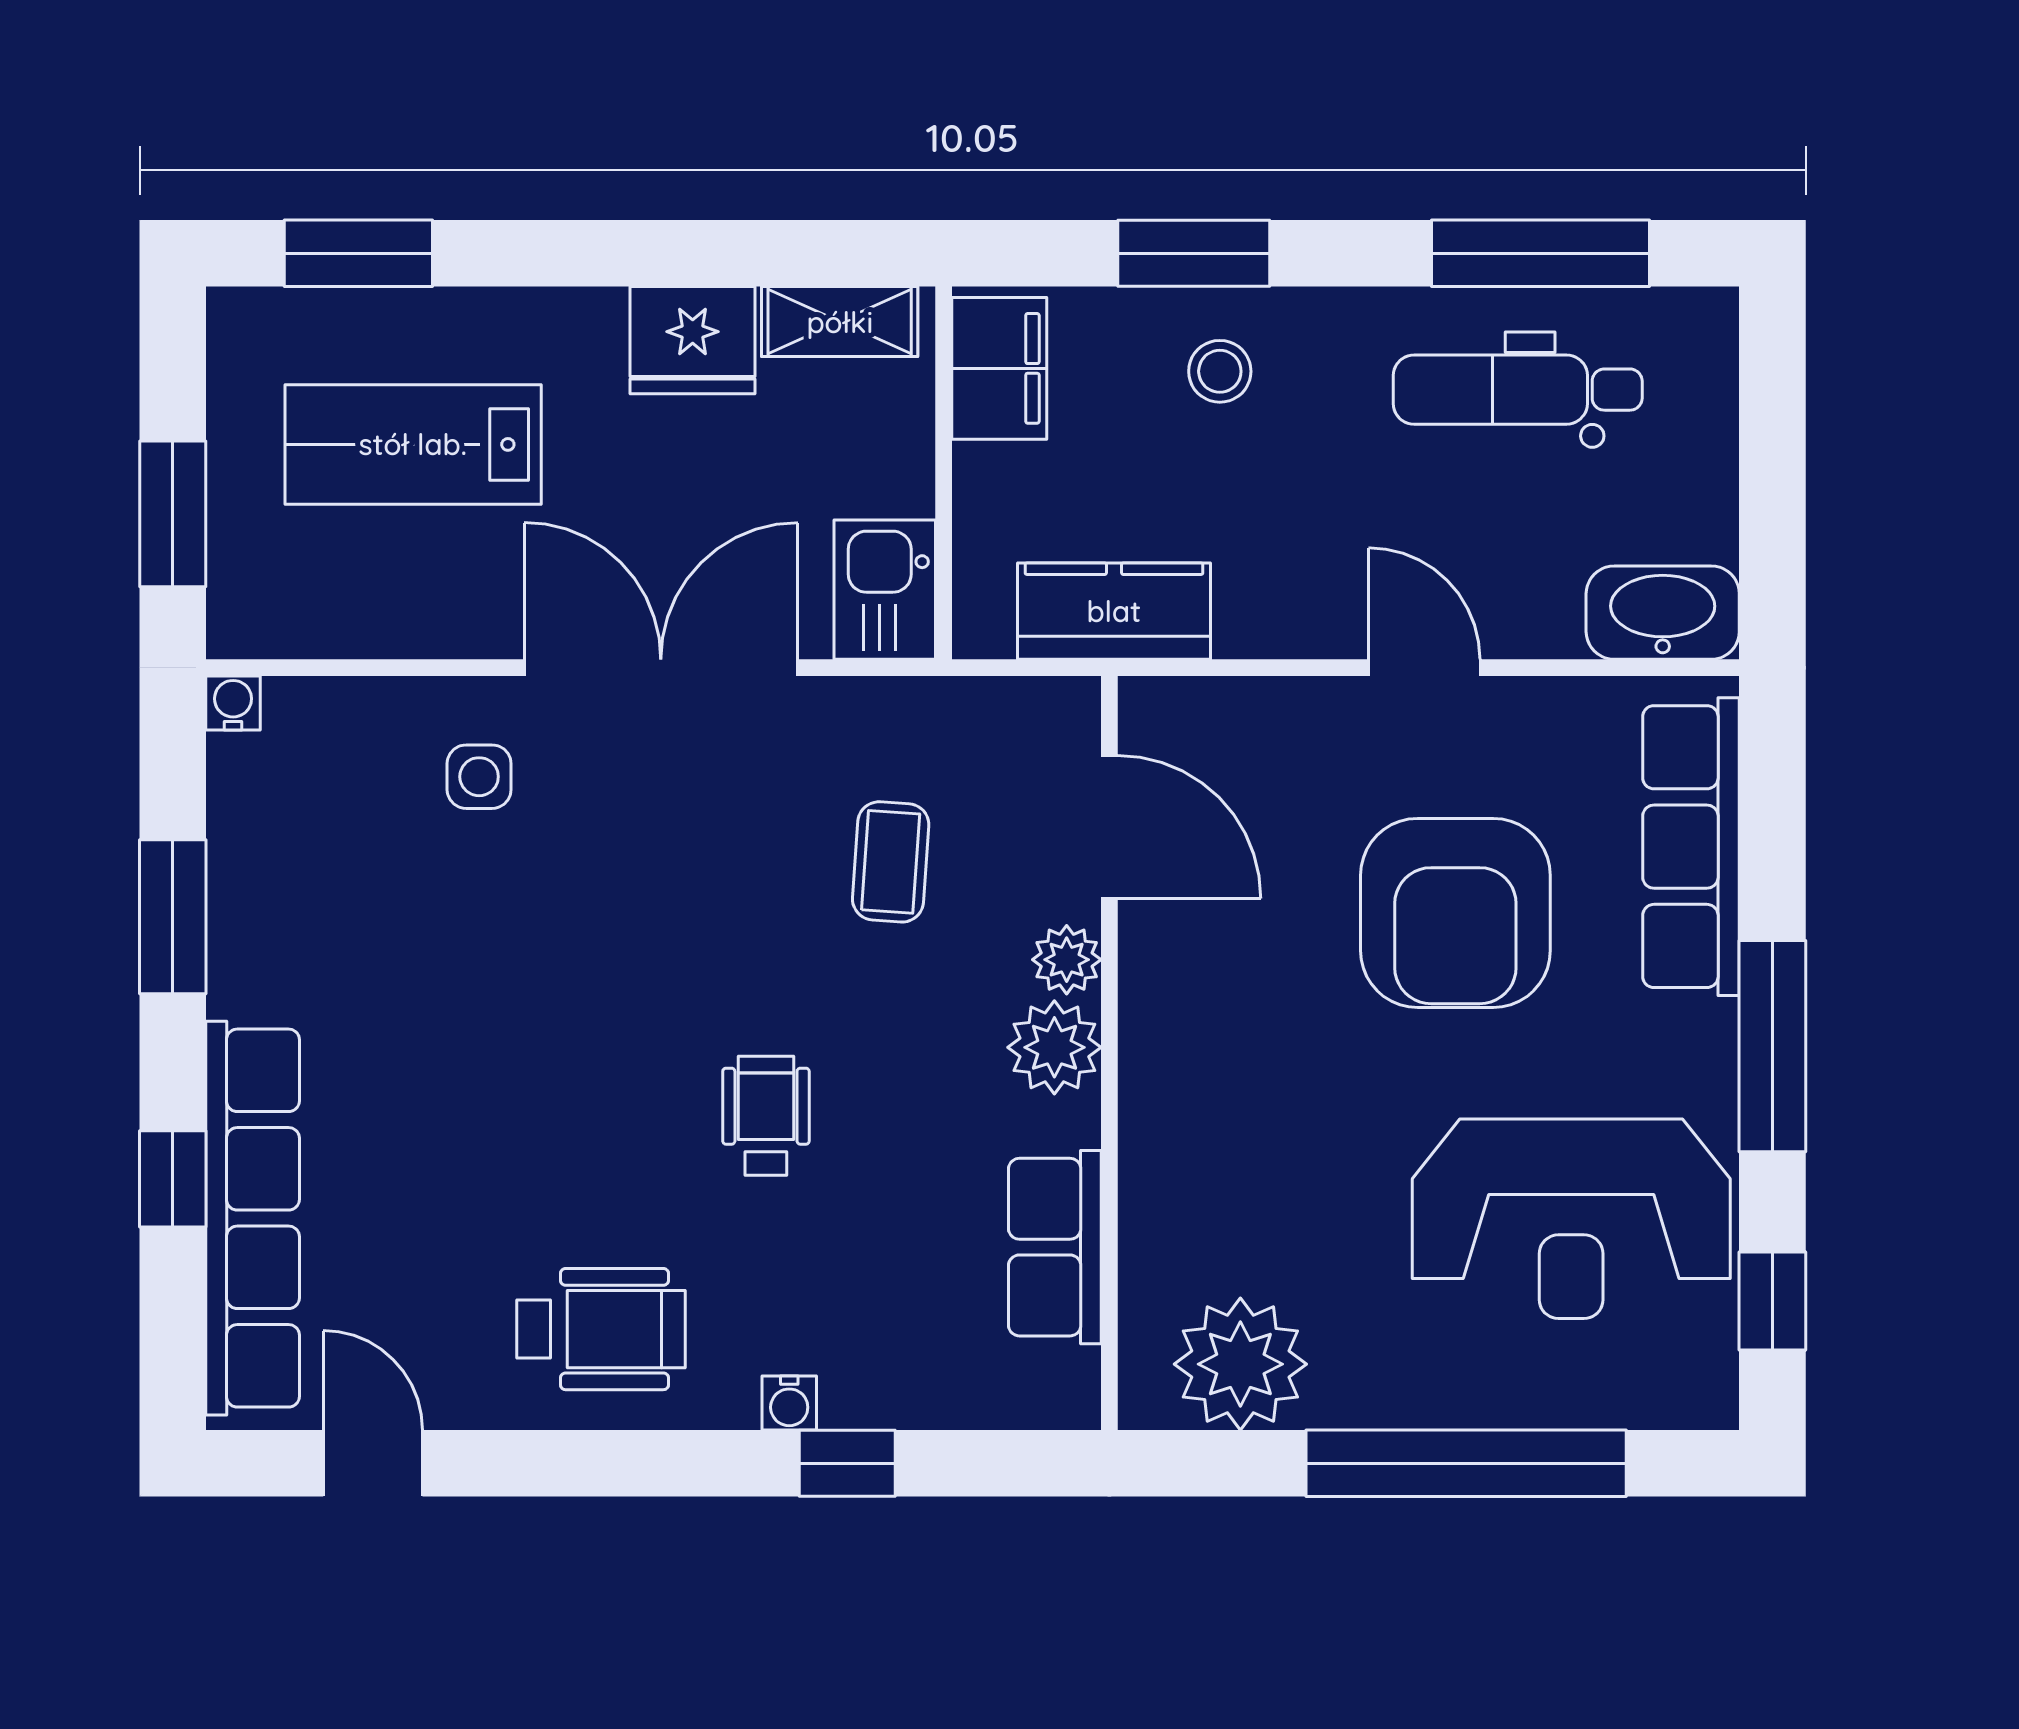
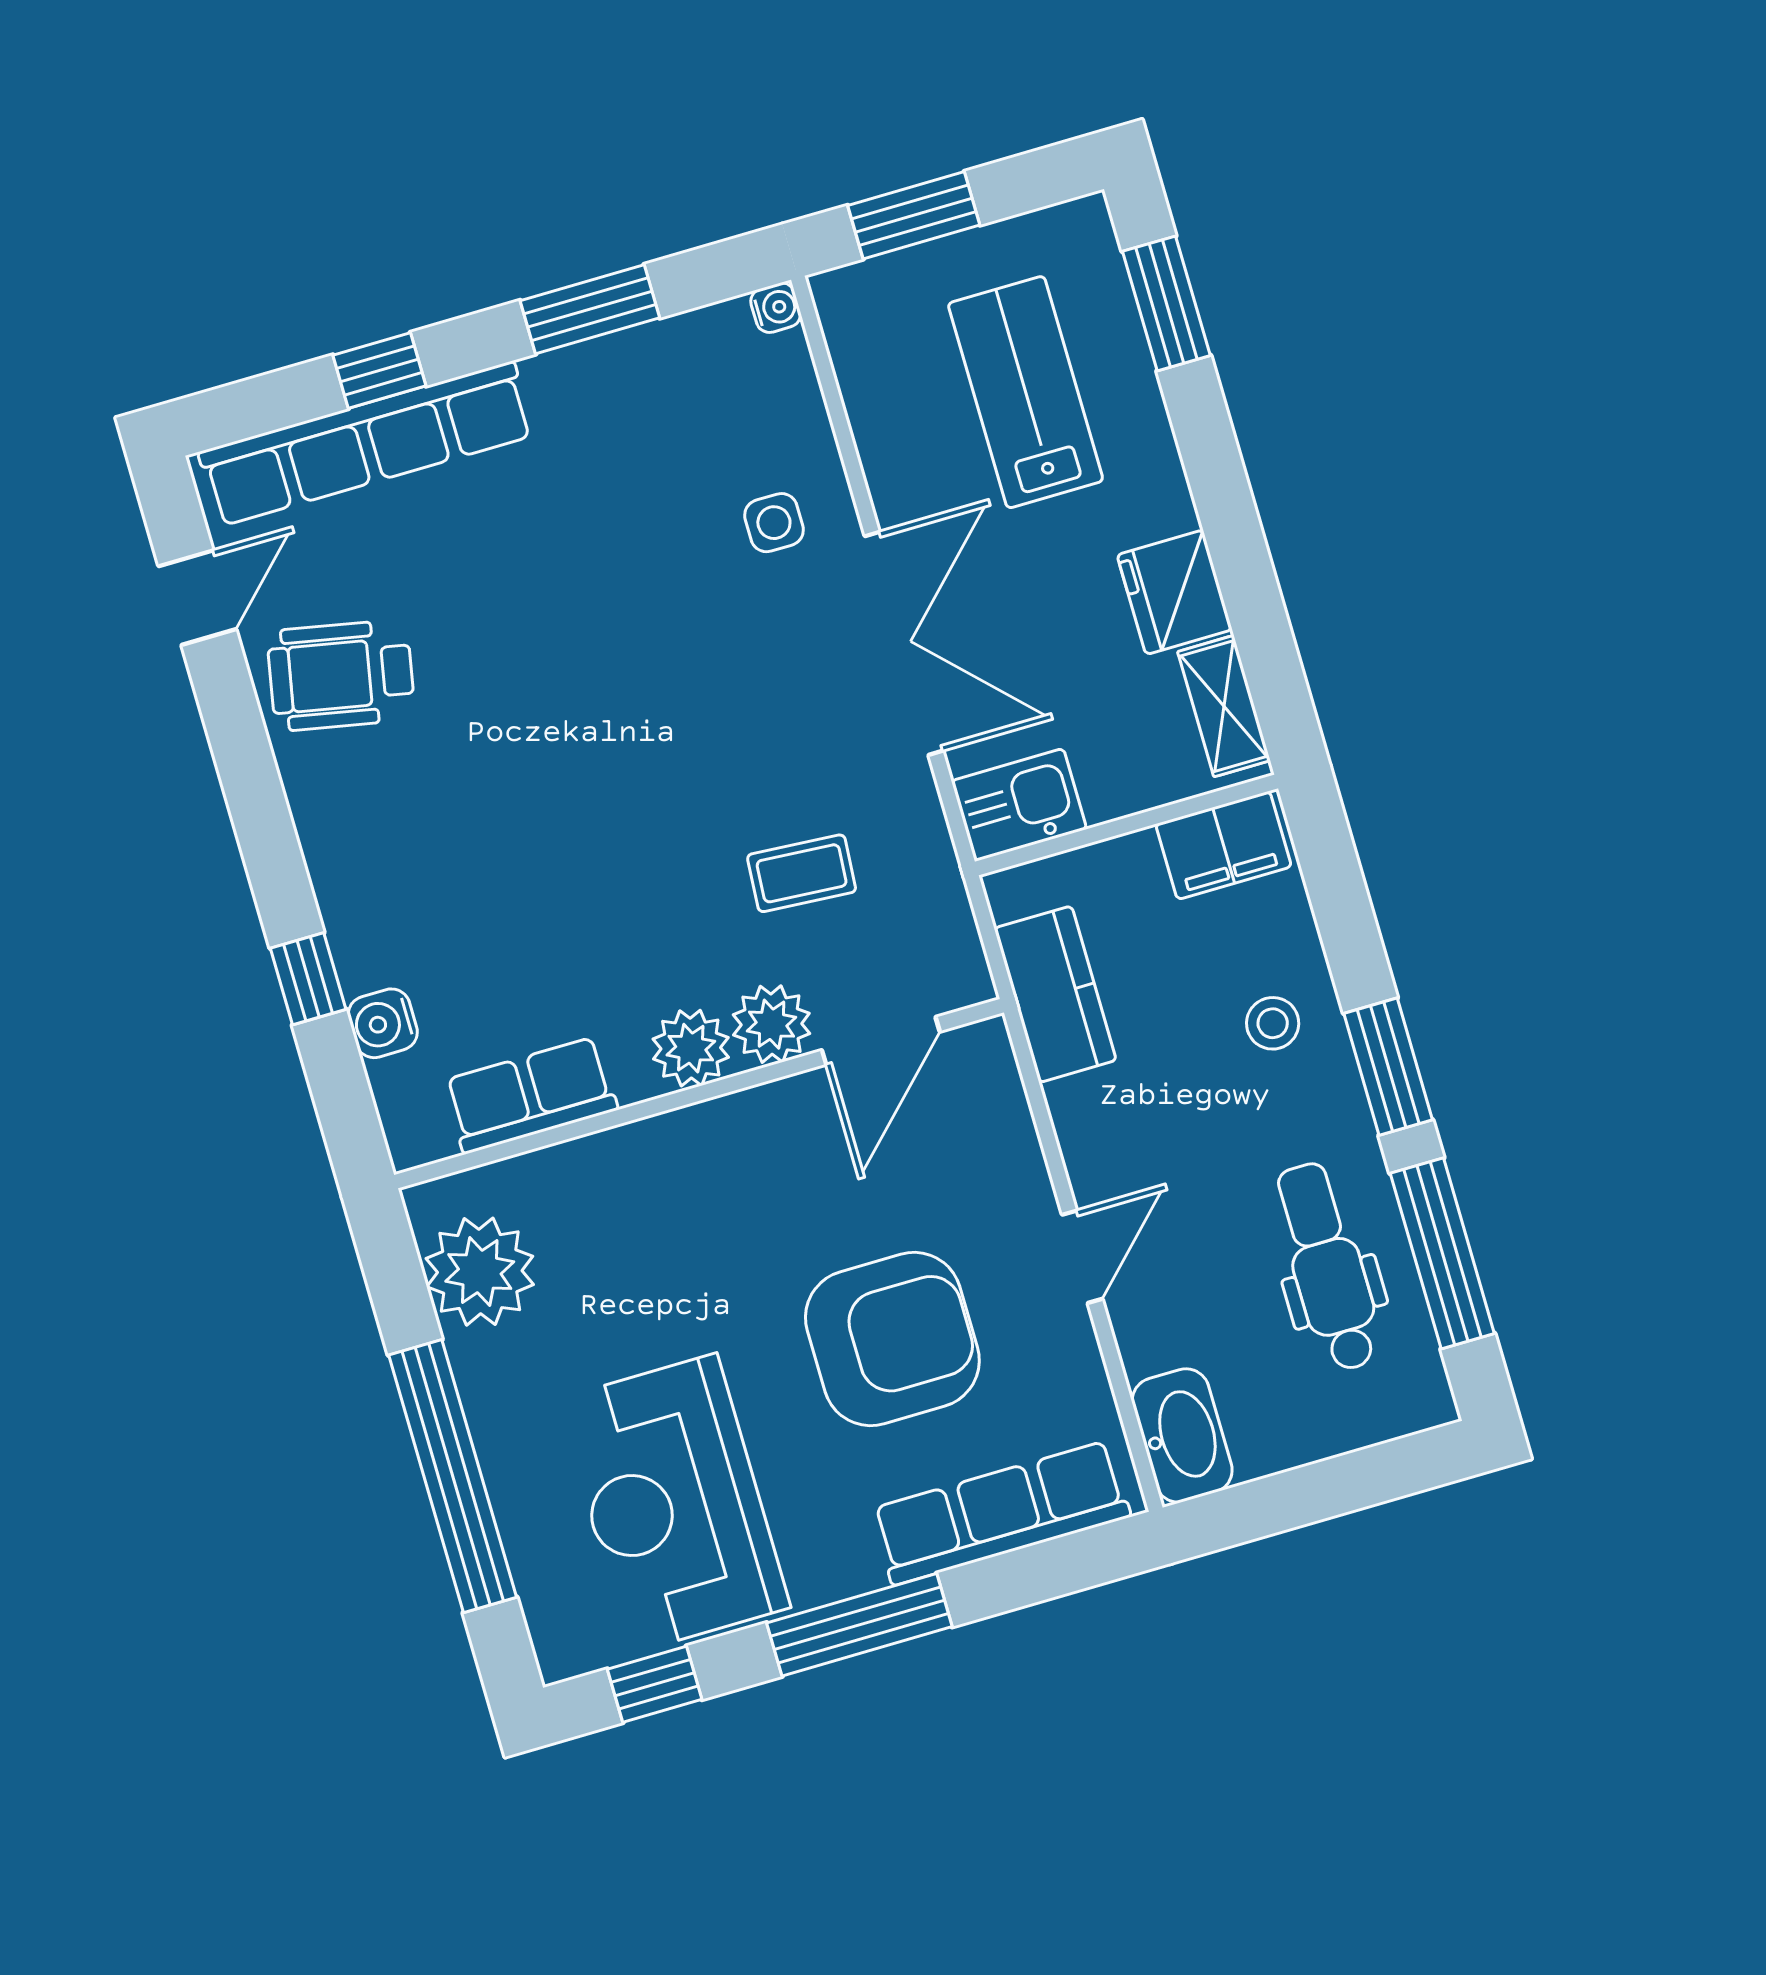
window: (1194, 253) -> (1388, 1067), moved
armchair: (1455, 913) -> (892, 1339), turned 180
plant: (1067, 960) -> (771, 1024), width x1.38, depth x1.38
wheelchair: (766, 1116) -> (568, 832), removed
wheelchair: (601, 1329) -> (341, 675), moved, turned 101
water cooler: (789, 1403) -> (383, 1023), moved, width x1.38, depth x1.38

